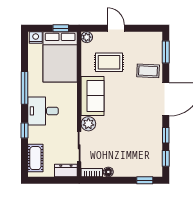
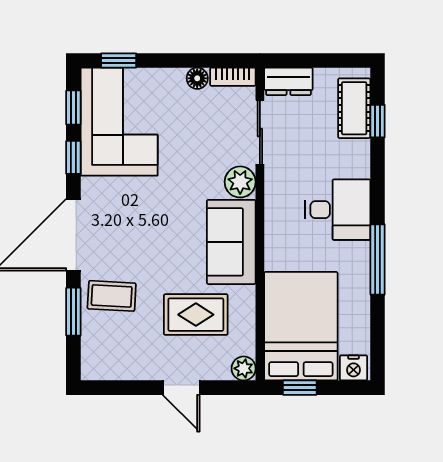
window: (166, 52) -> (73, 312), moved
window: (25, 131) -> (378, 121), moved
corner sofa: (145, 152) -> (119, 122), added

